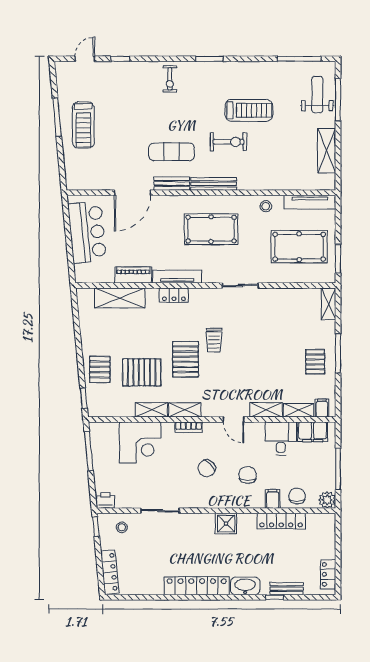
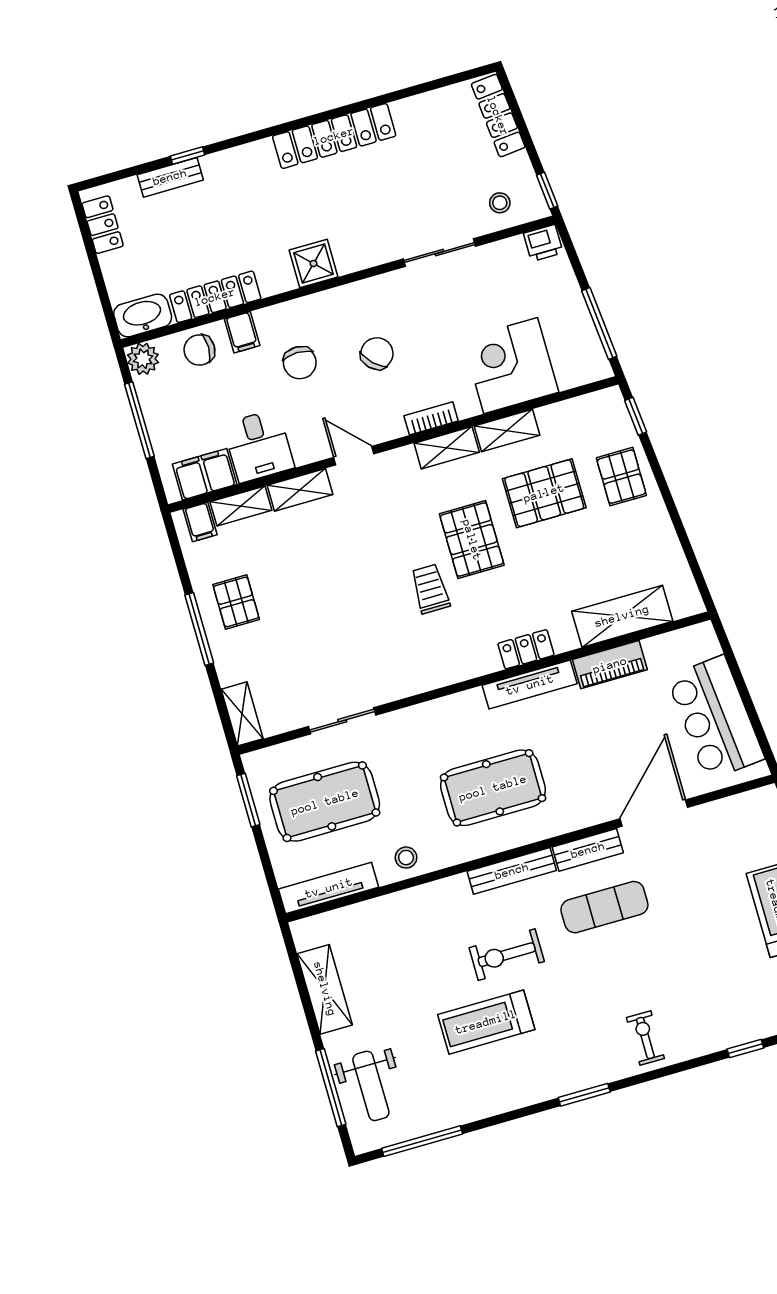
sliding door: (240, 286) -> (342, 721), moved
chair: (297, 496) -> (199, 350), turned 90
washbasin: (245, 586) -> (143, 315), moved, turned 180

